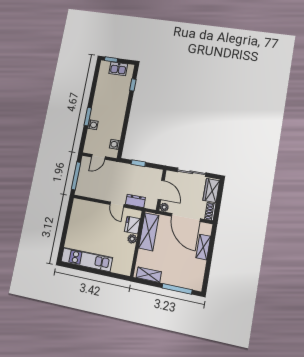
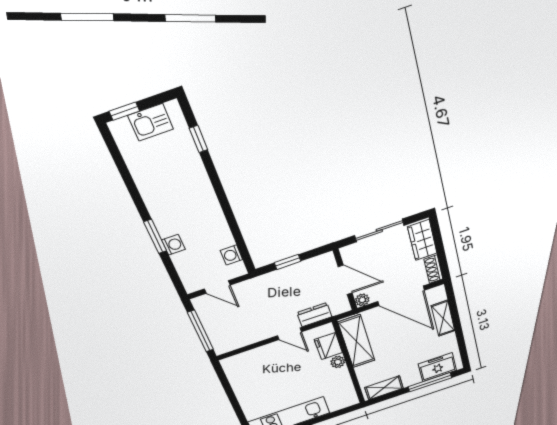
door: (98, 157) -> (217, 287), hinge flipped
freezer: (186, 280) -> (437, 367), added

